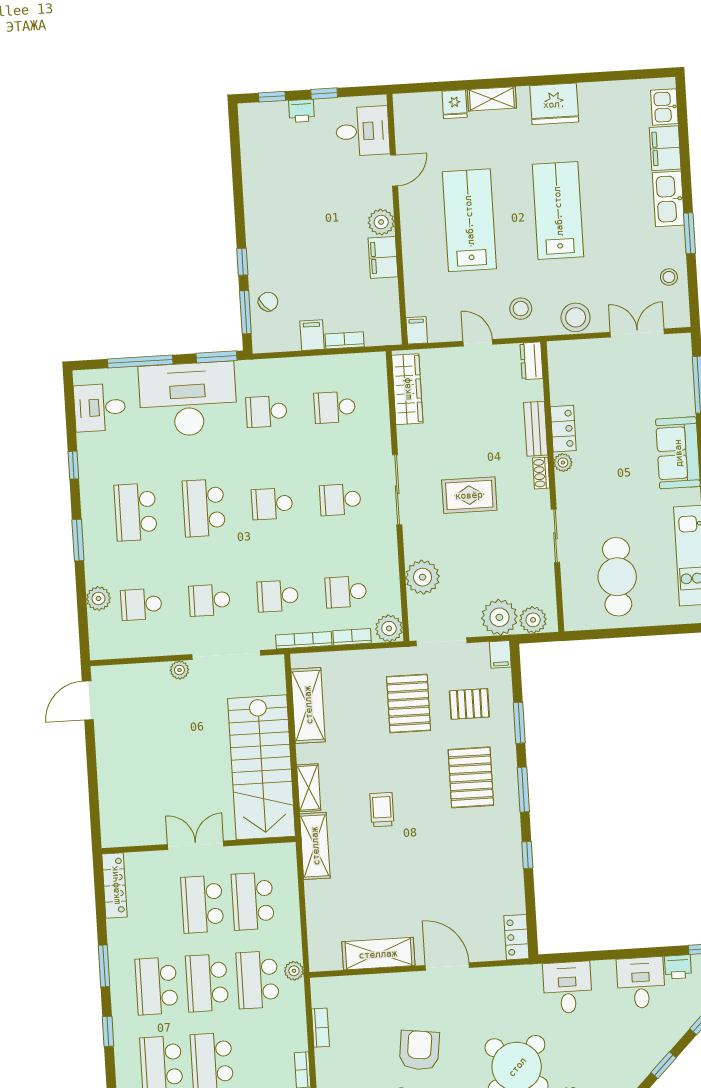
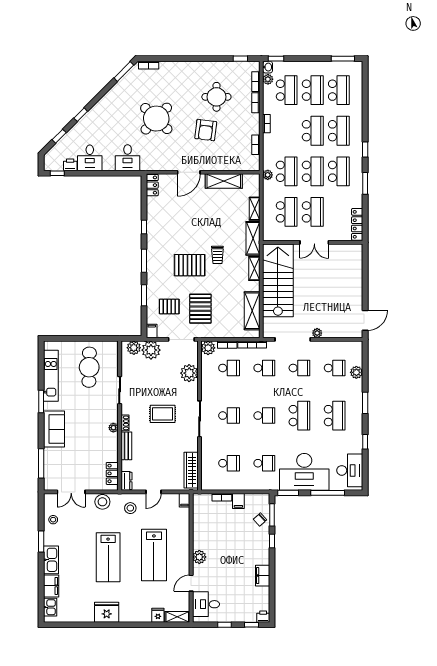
shelving: (492, 99) -> (177, 617), moved
printer: (301, 111) -> (263, 617), moved
filing cabinet: (383, 257) -> (263, 576), moved, turned 180
door: (478, 343) -> (153, 492), hinge flipped
desk: (100, 408) -> (350, 470), width x1.37
locker: (563, 429) -> (112, 473), moved
pallet: (471, 777) -> (190, 265), moved, turned 90
shelving: (315, 904) -> (255, 209), added
door: (447, 967) -> (189, 172), hinge flipped

